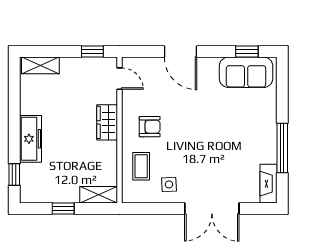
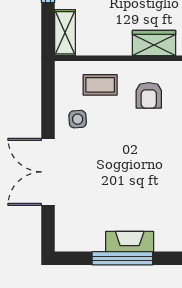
fireplace: (268, 184) -> (130, 242), moved

